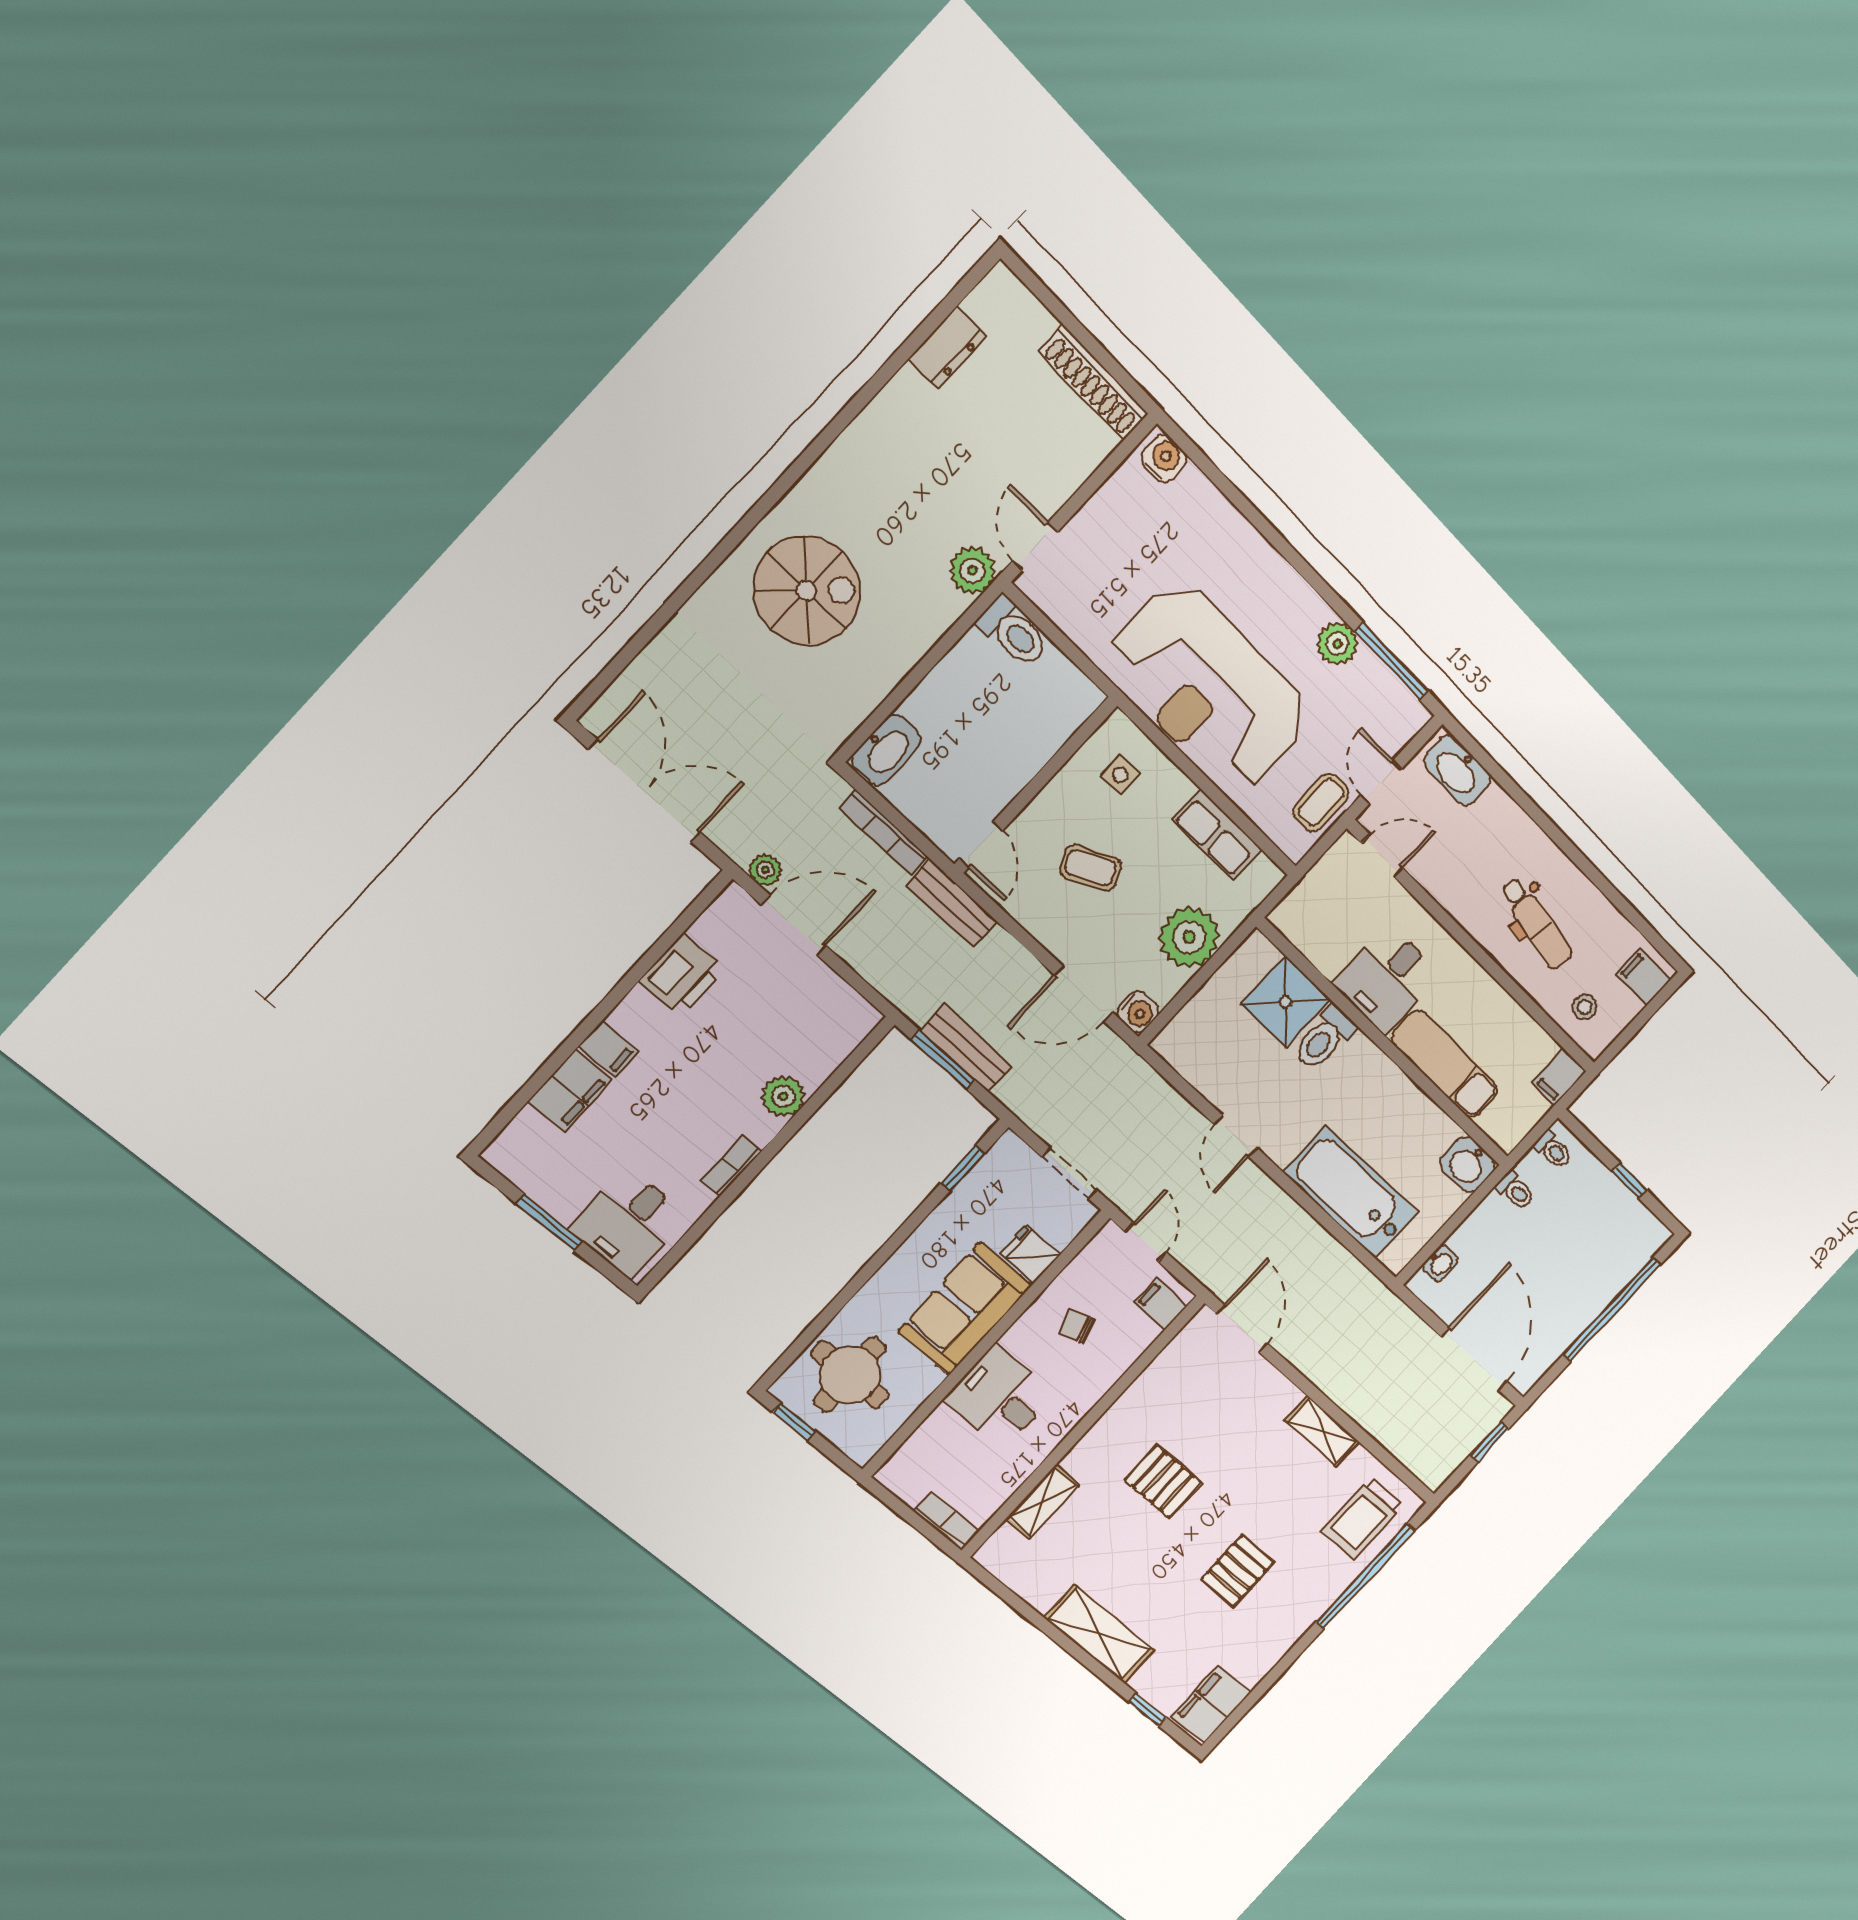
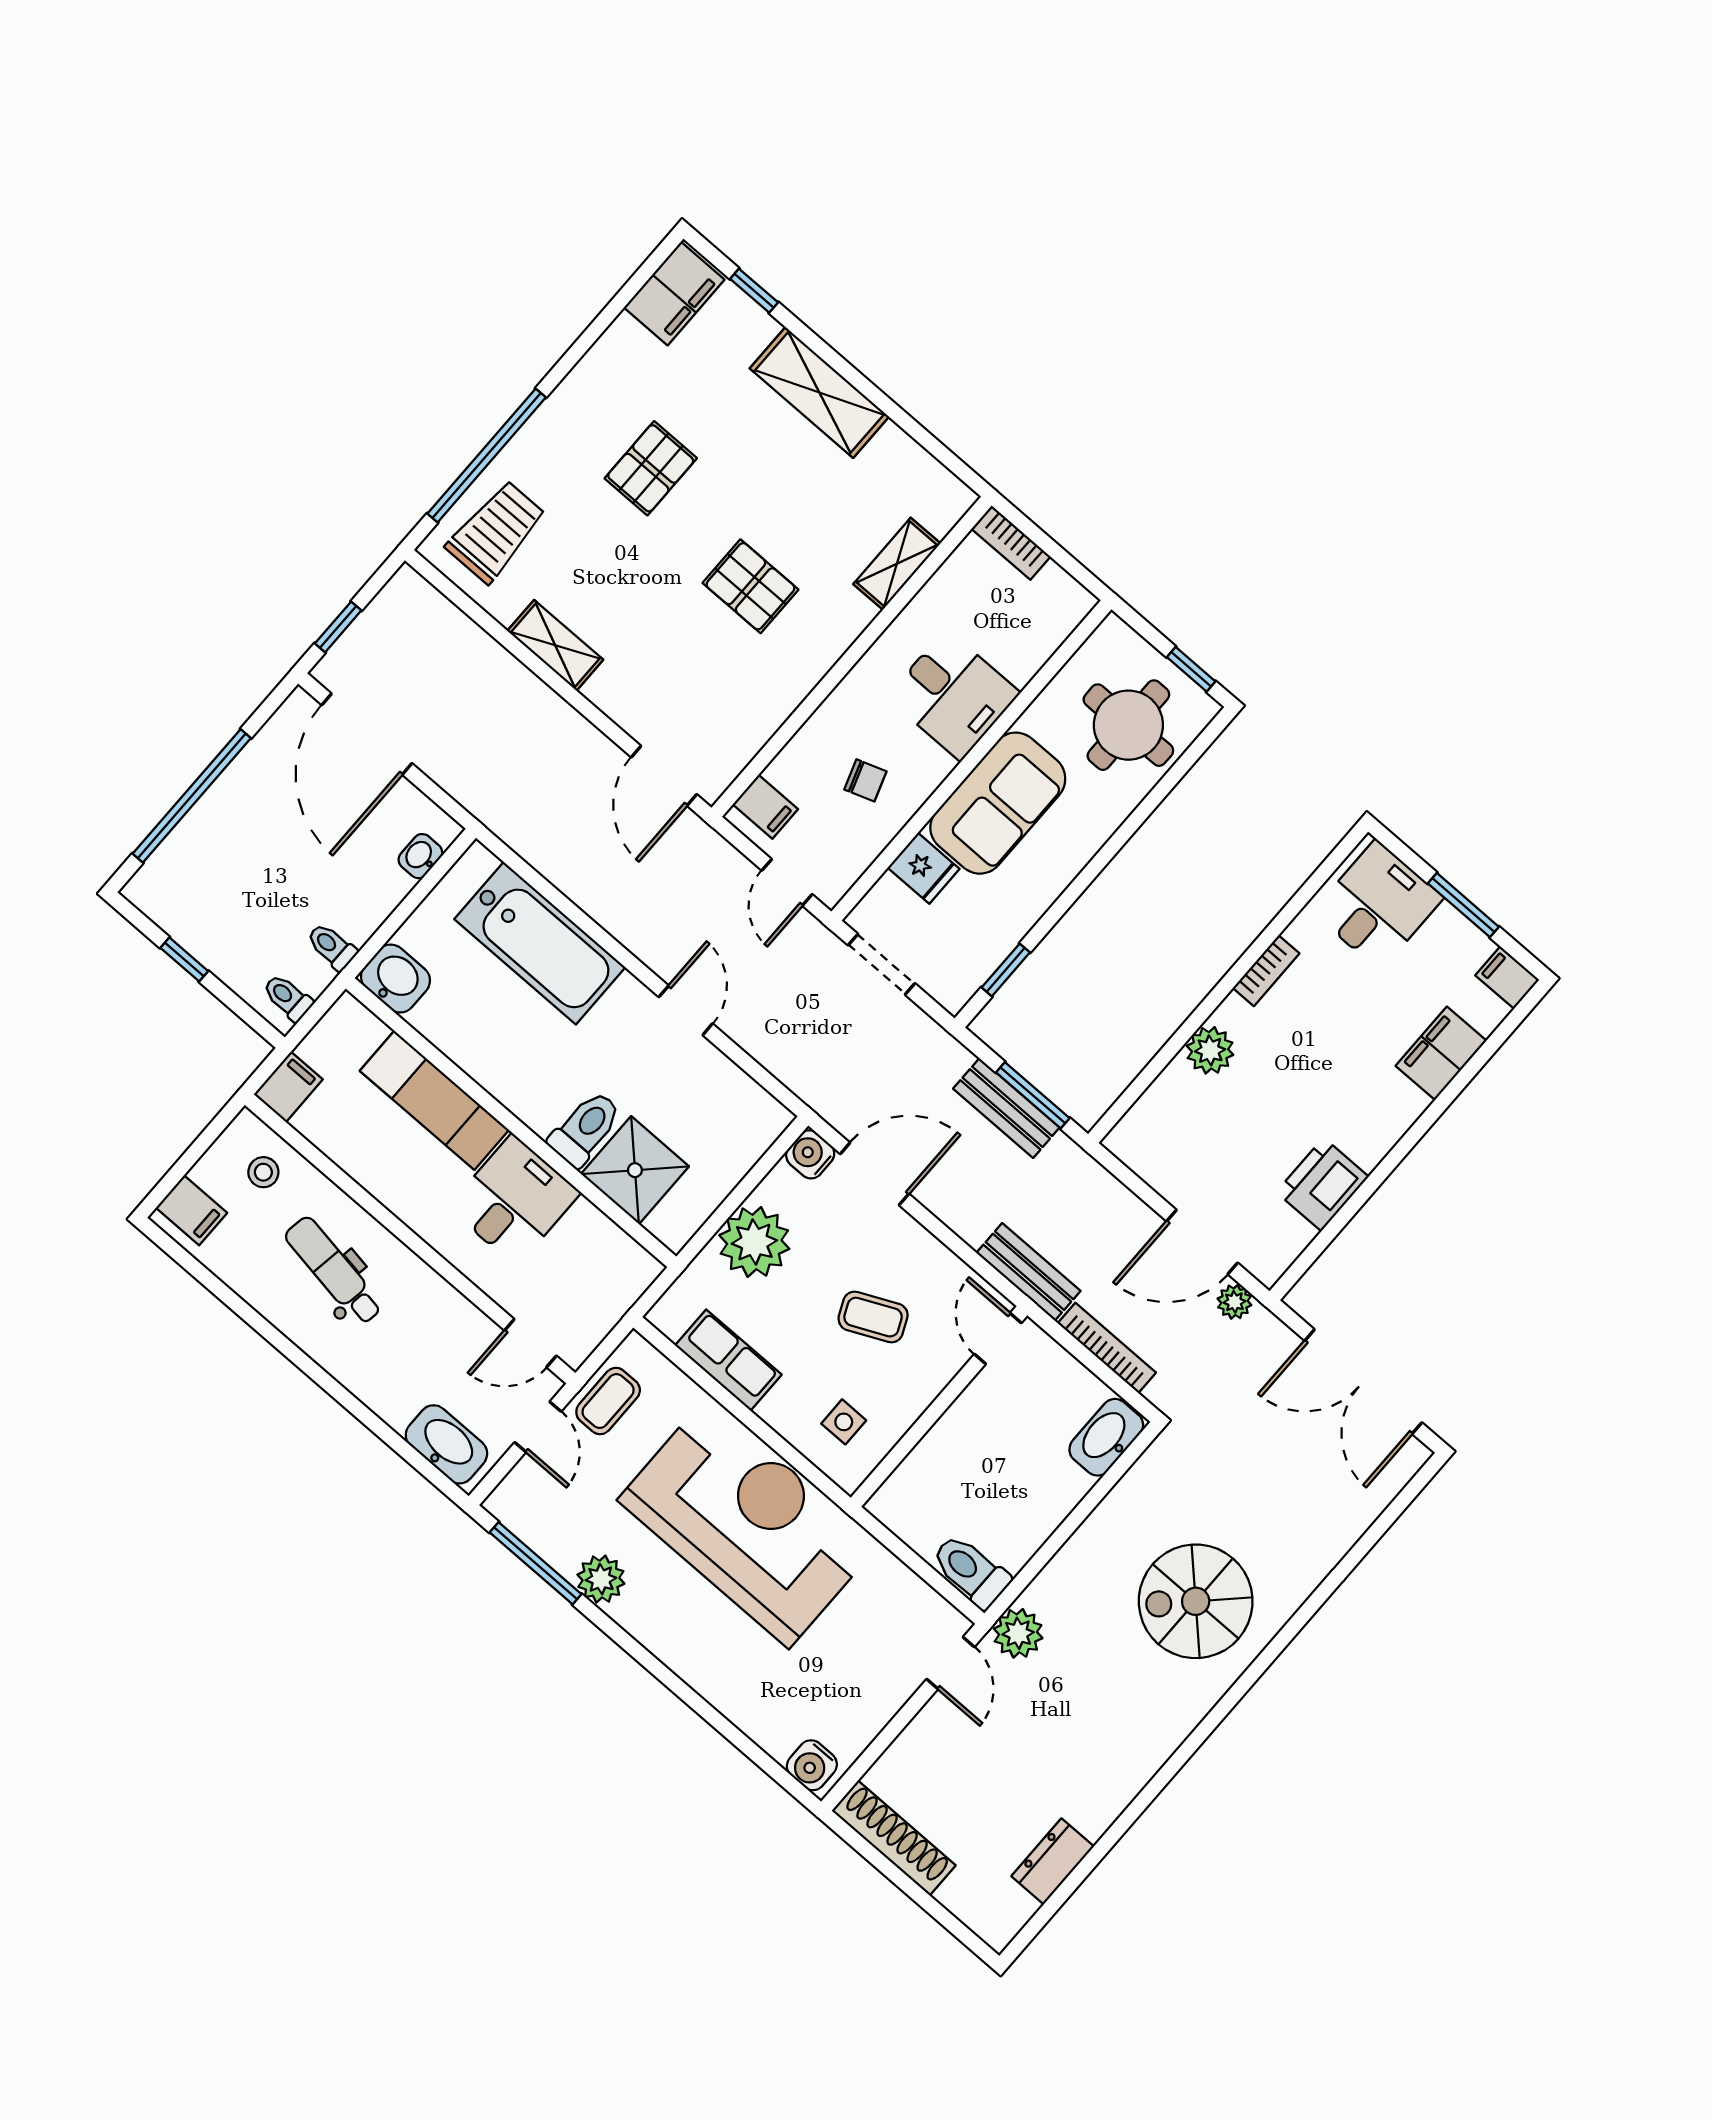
filing cabinet: (608, 1049) -> (1507, 978), moved

